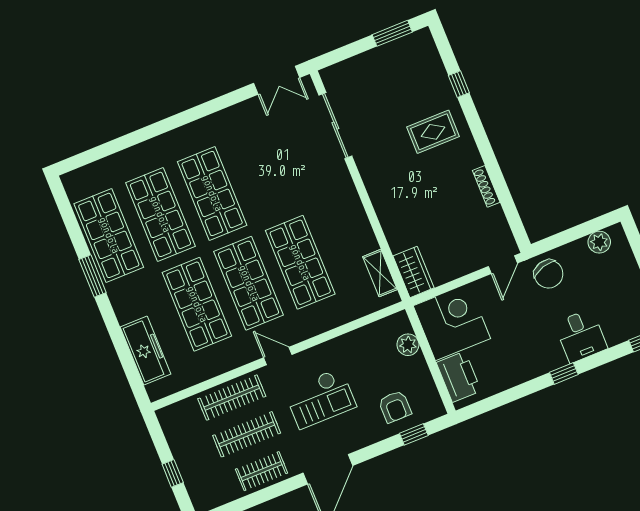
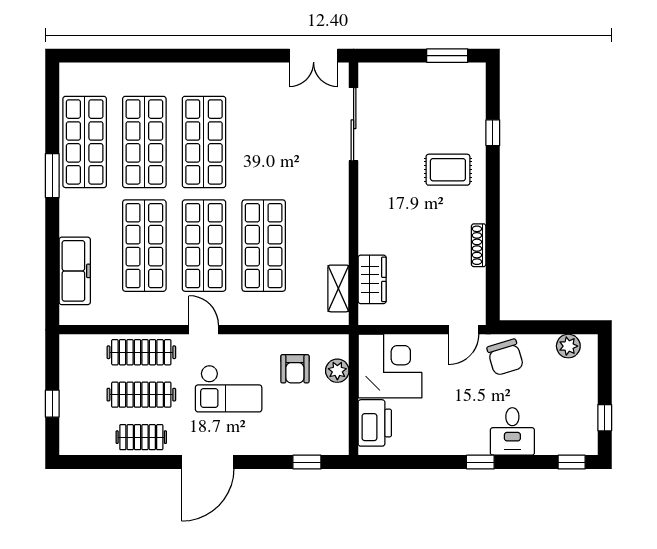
wardrobe: (414, 272) -> (372, 279), moved
armchair: (395, 407) -> (295, 369), moved

